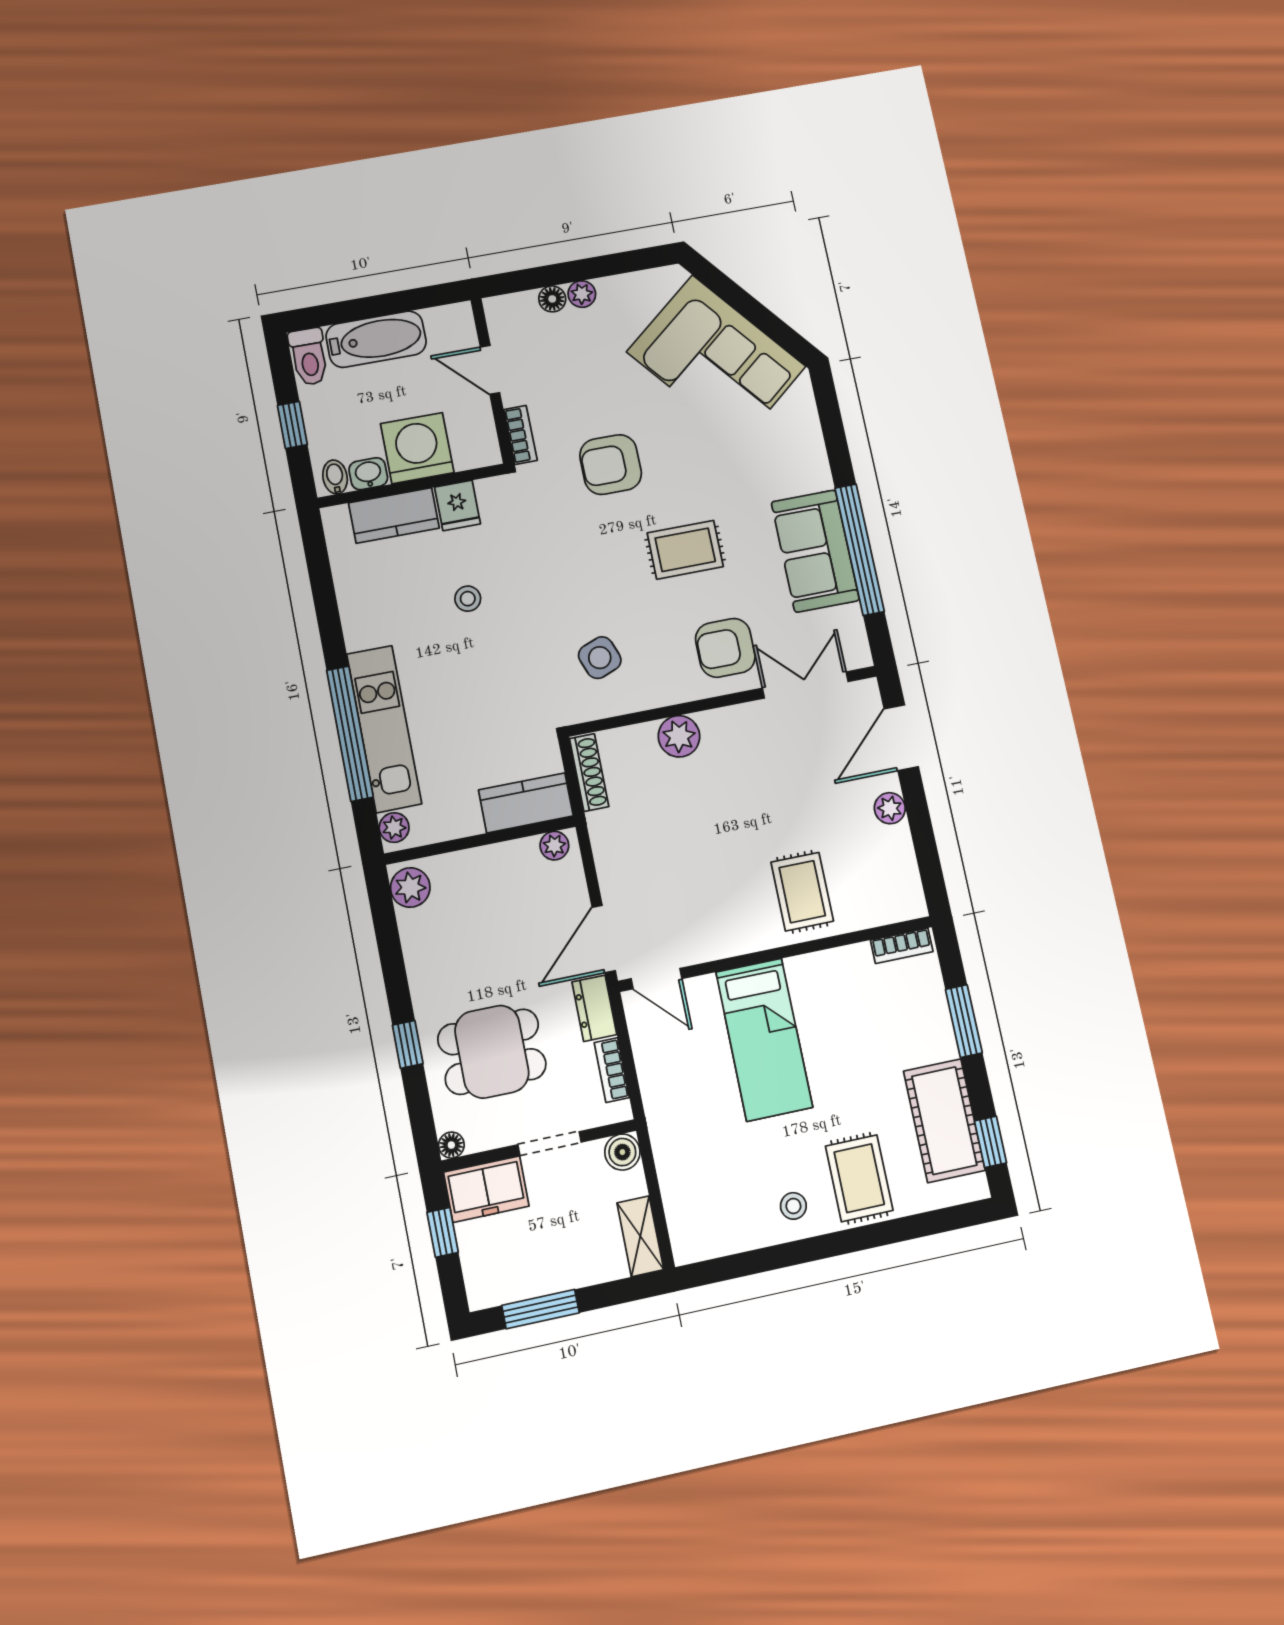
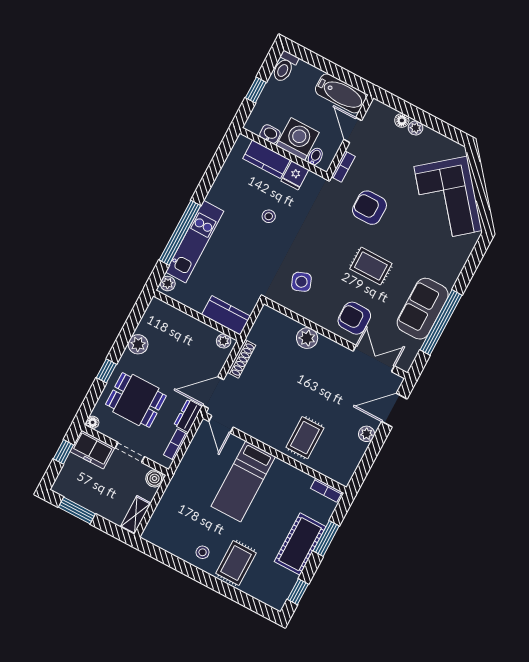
bathtub: (376, 339) -> (341, 93), moved
bidet: (335, 477) -> (315, 157), moved
shoe rack: (589, 773) -> (242, 359), moved
plant: (410, 887) -> (138, 344), moved
cot: (944, 1121) -> (300, 544), moved

